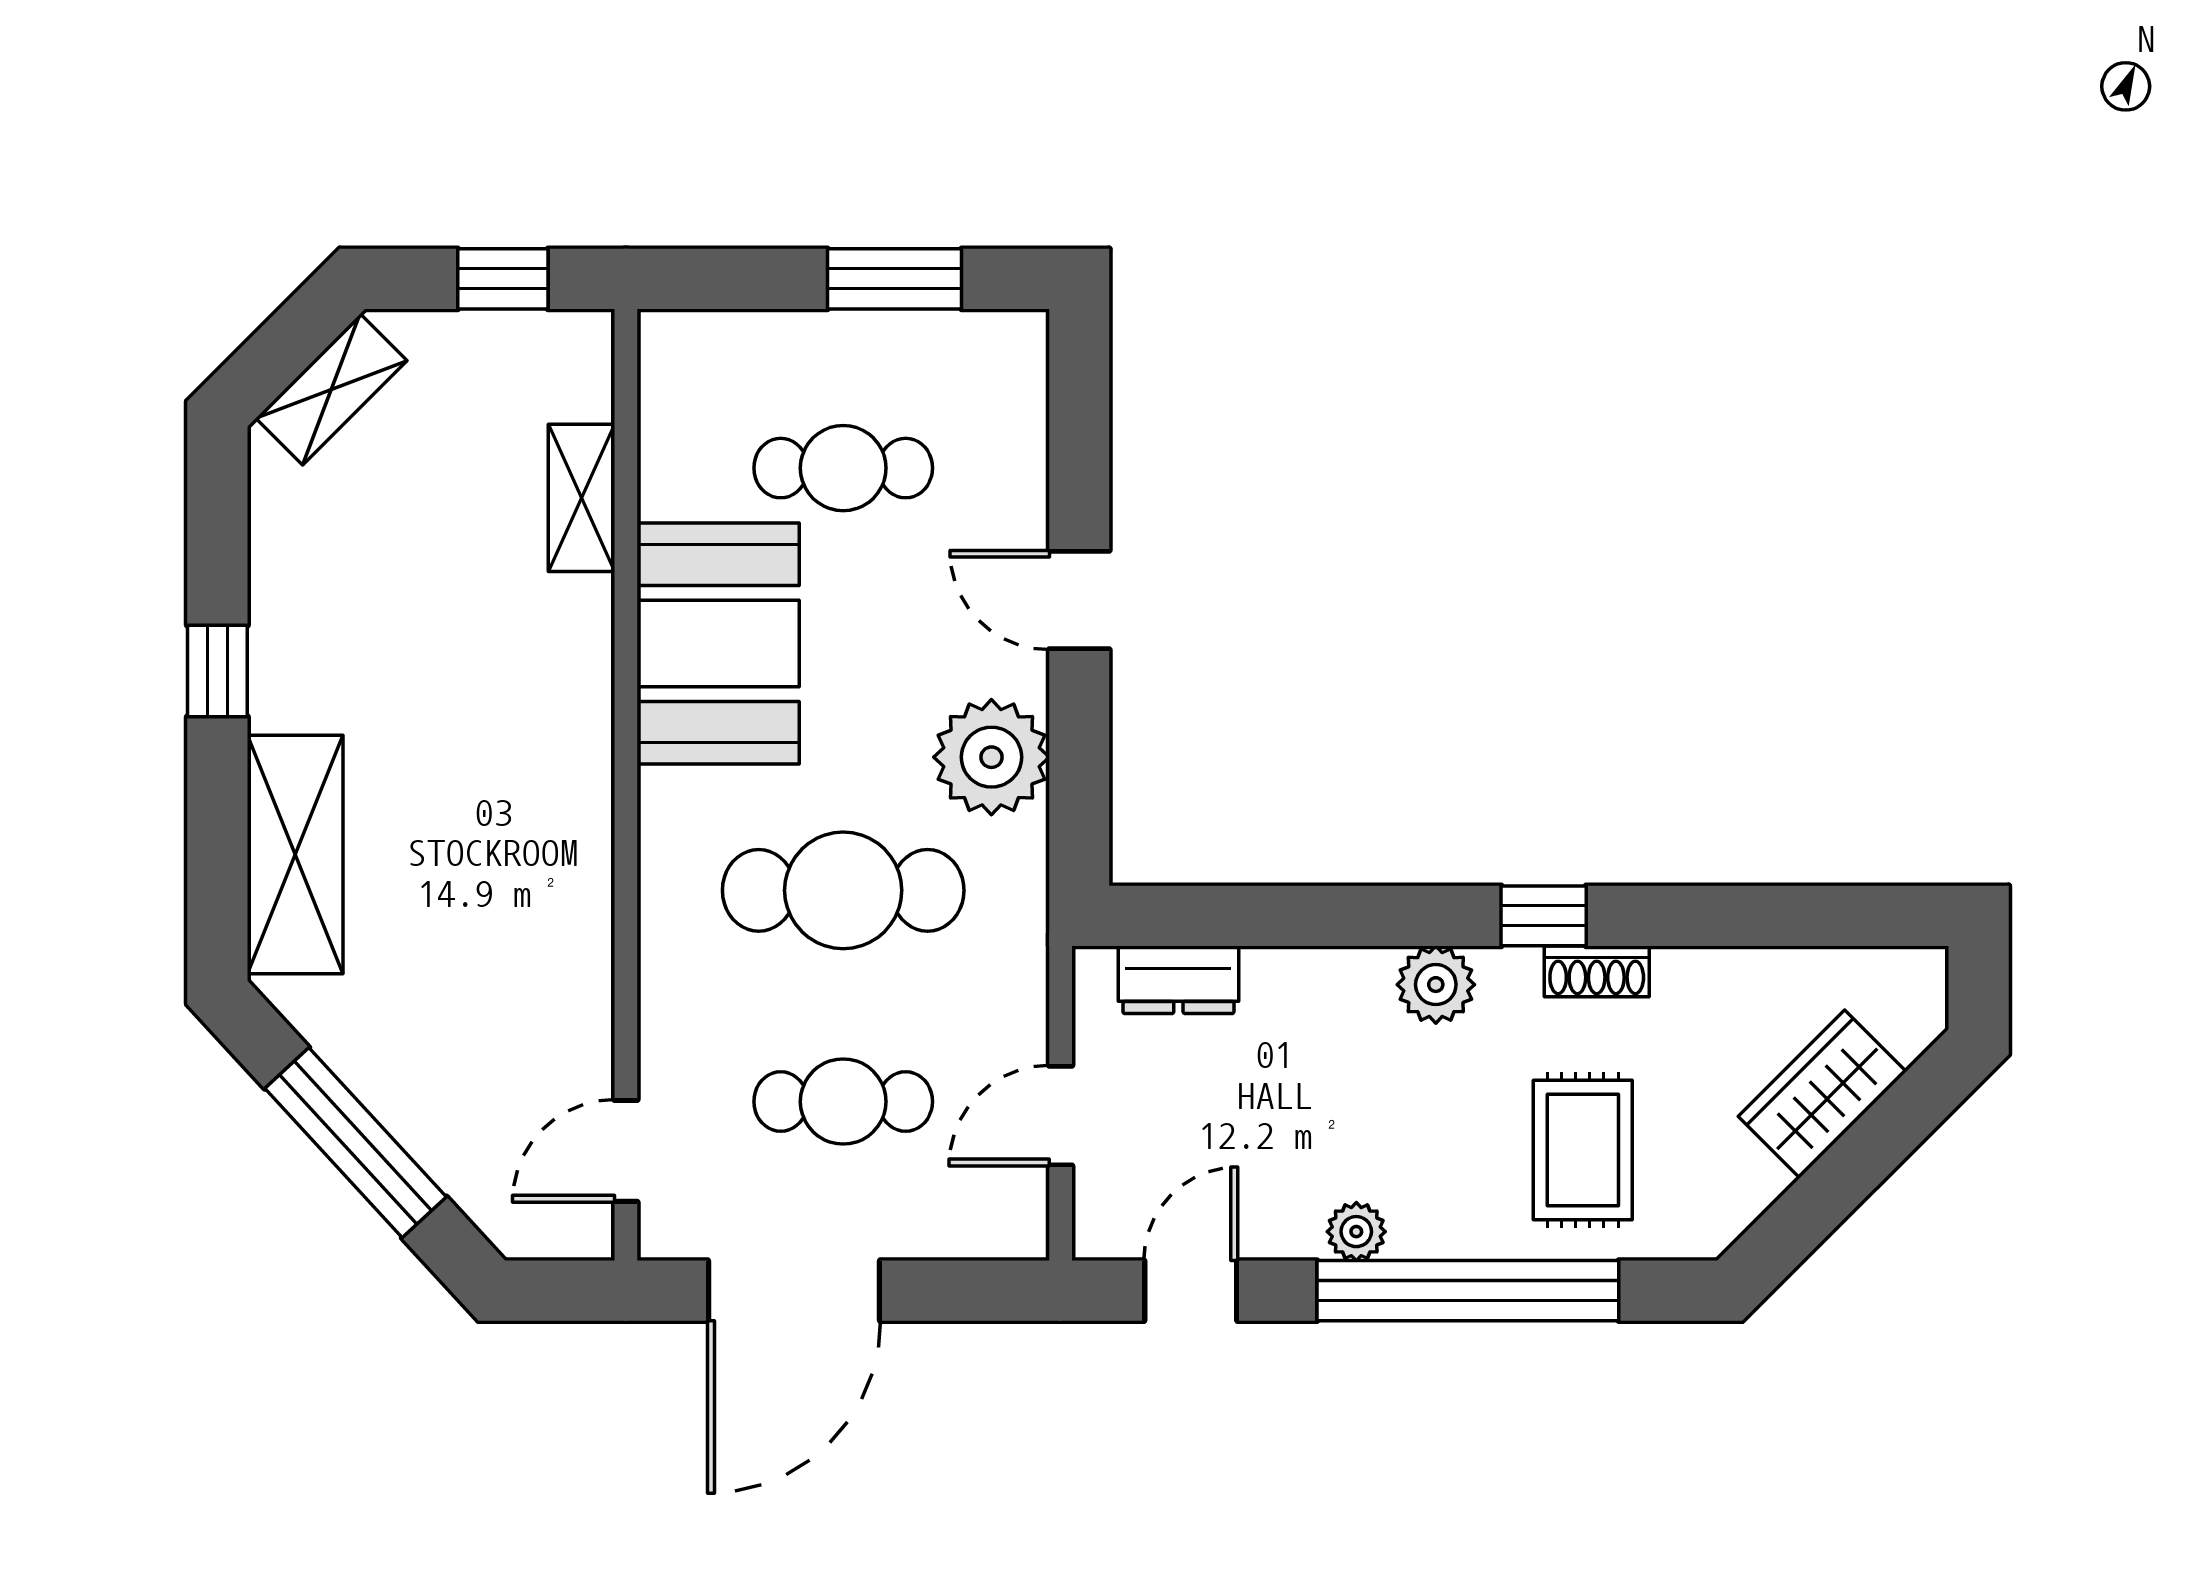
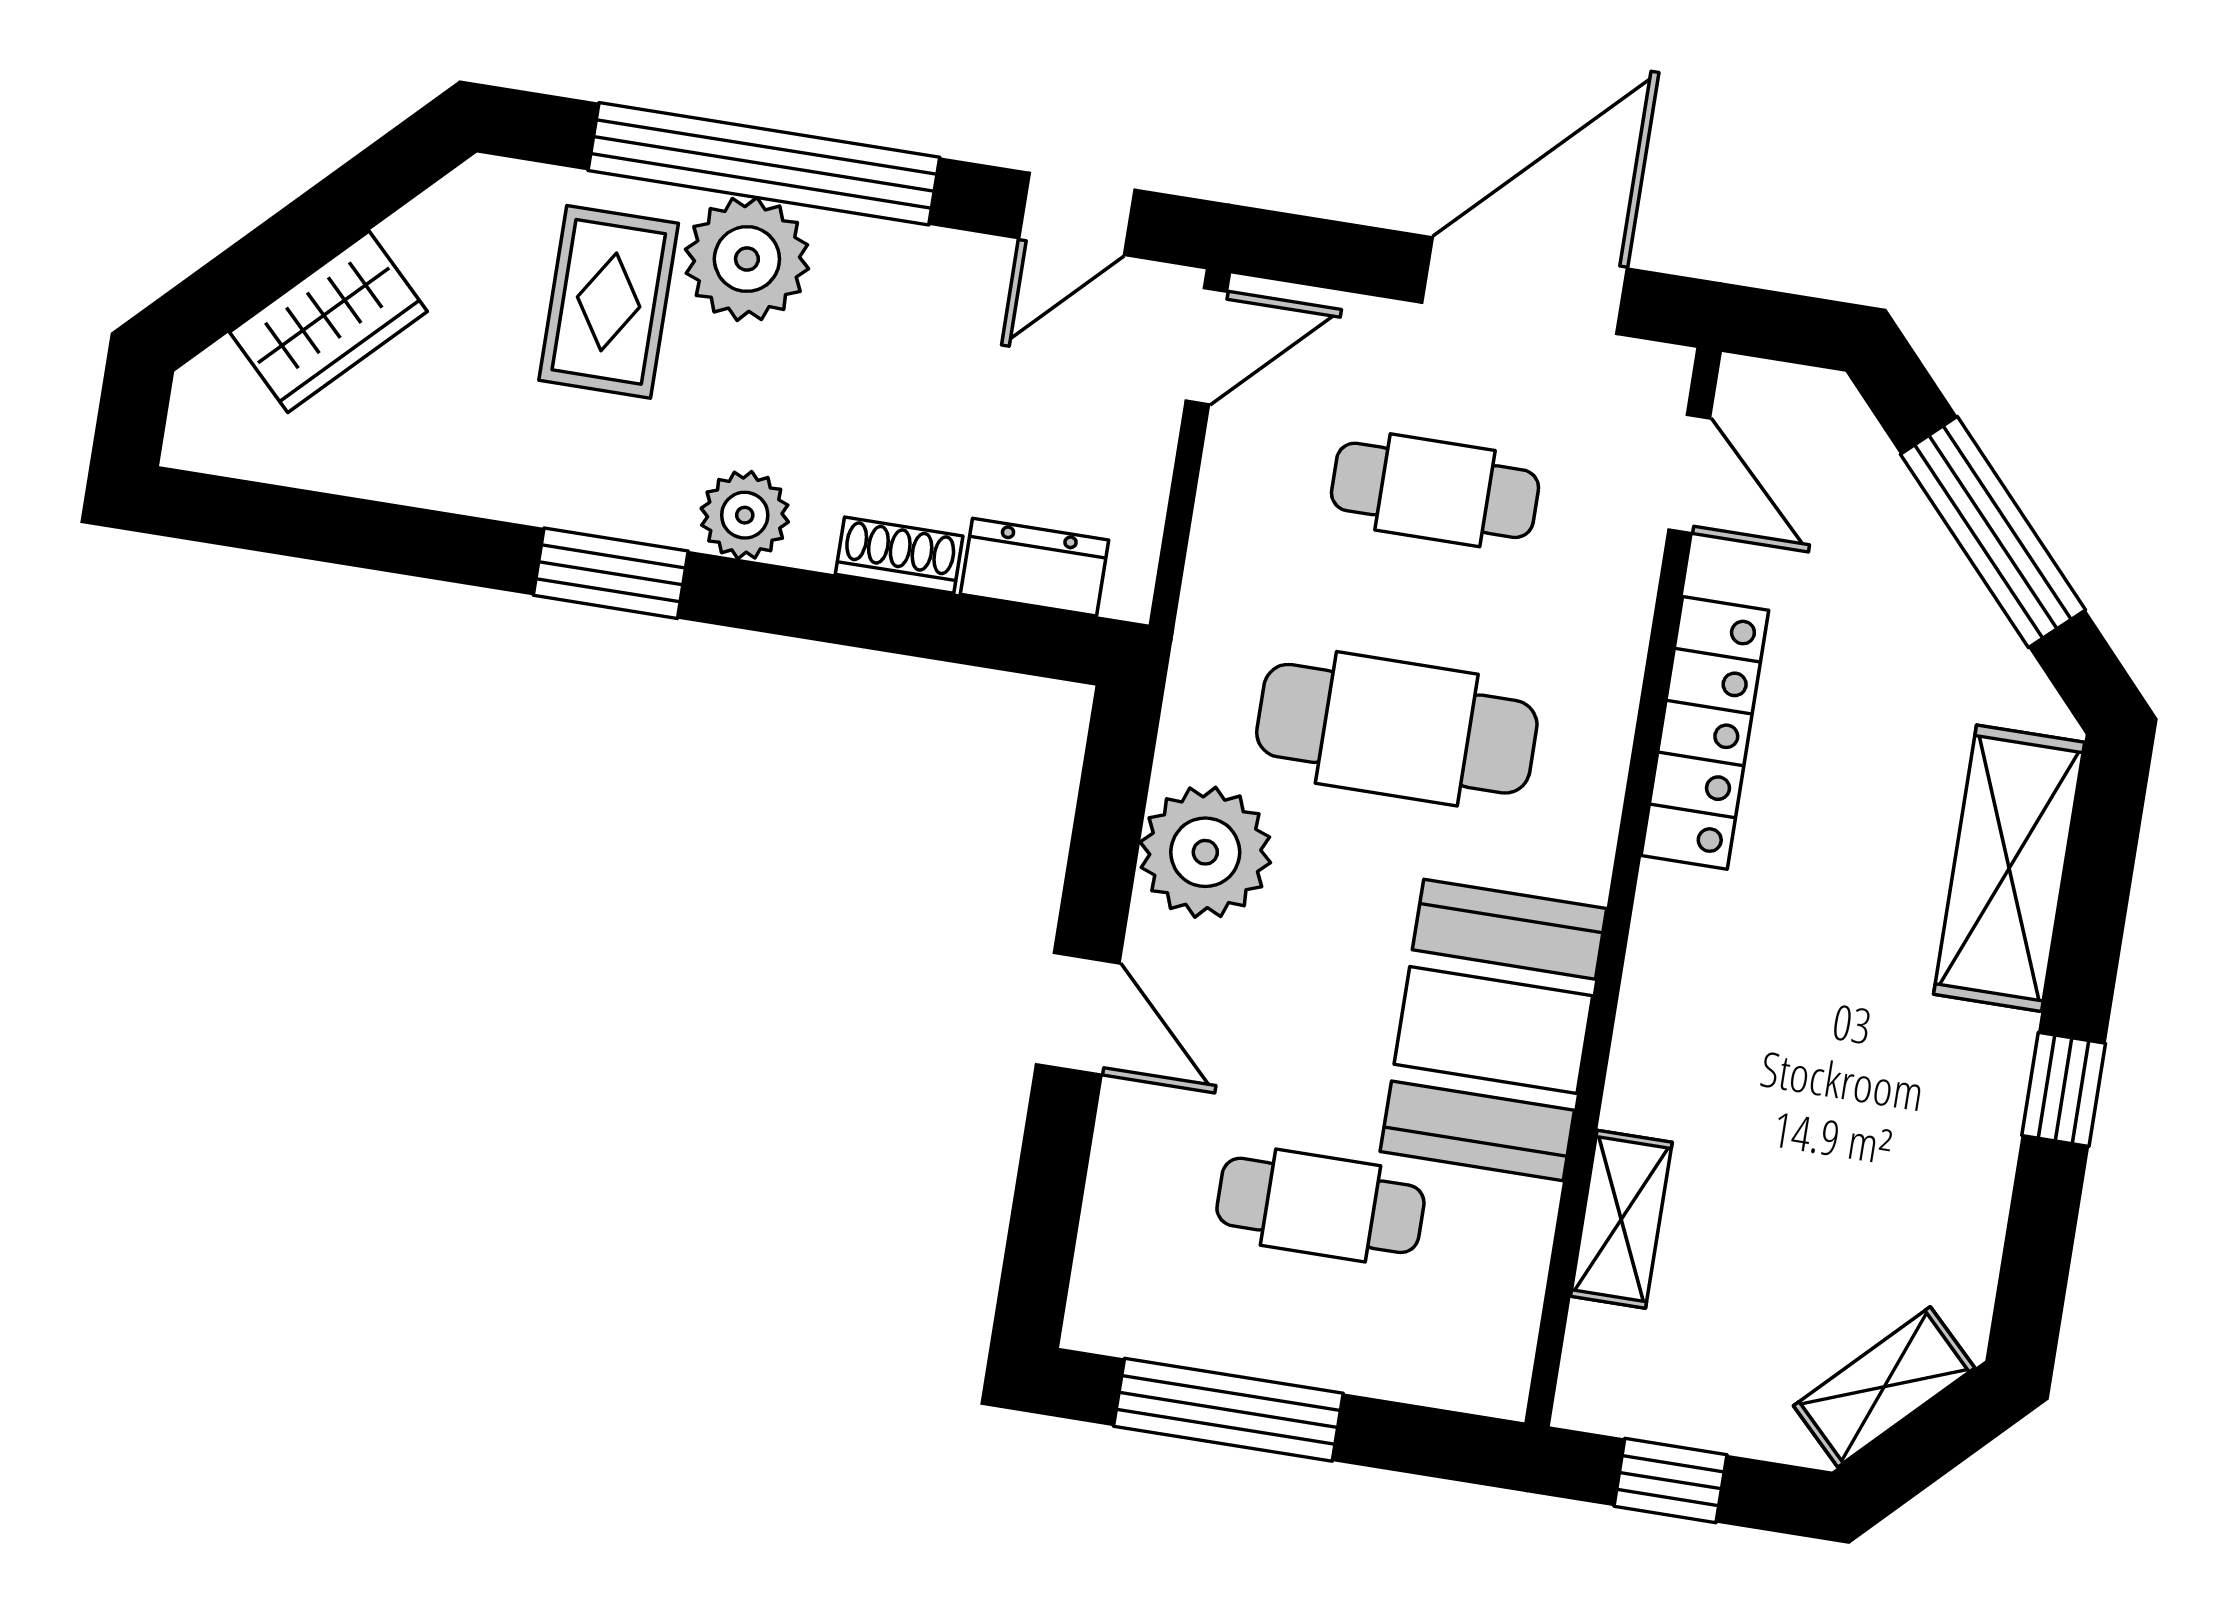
window: (894, 279) -> (1228, 1410), width x1.44
window: (1544, 916) -> (611, 573), width x1.50
locker: (577, 929) -> (1705, 733), added
shoe rack: (1597, 971) -> (899, 555), moved
door: (1061, 1116) -> (1206, 346), moved
door: (626, 1151) -> (1689, 474), hinge flipped
plant: (1356, 1232) -> (747, 259), moved, width x1.88, depth x1.88

